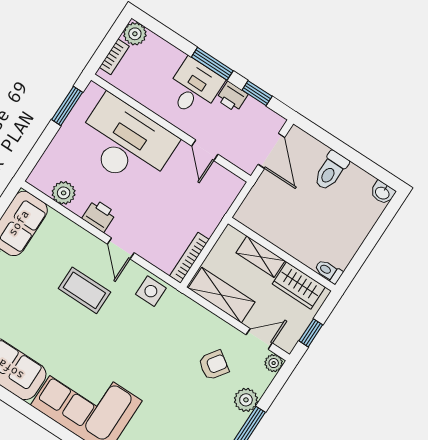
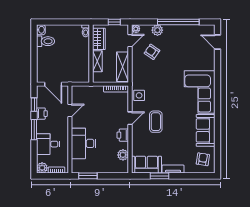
desk: (194, 88) -> (48, 144), moved
desk: (126, 143) -> (84, 143), width x0.73, depth x0.77
door: (271, 151) -> (53, 84), swing flipped
toilet: (331, 171) -> (46, 41), moved
door: (259, 339) -> (130, 41), swing flipped

